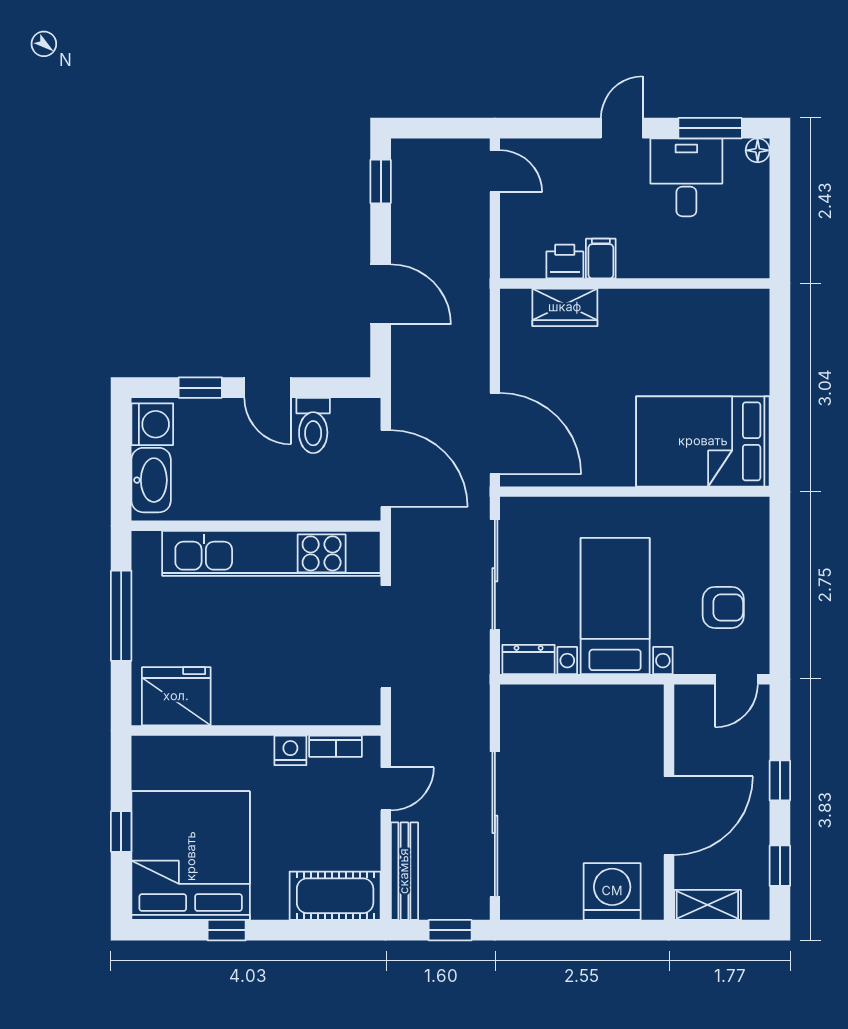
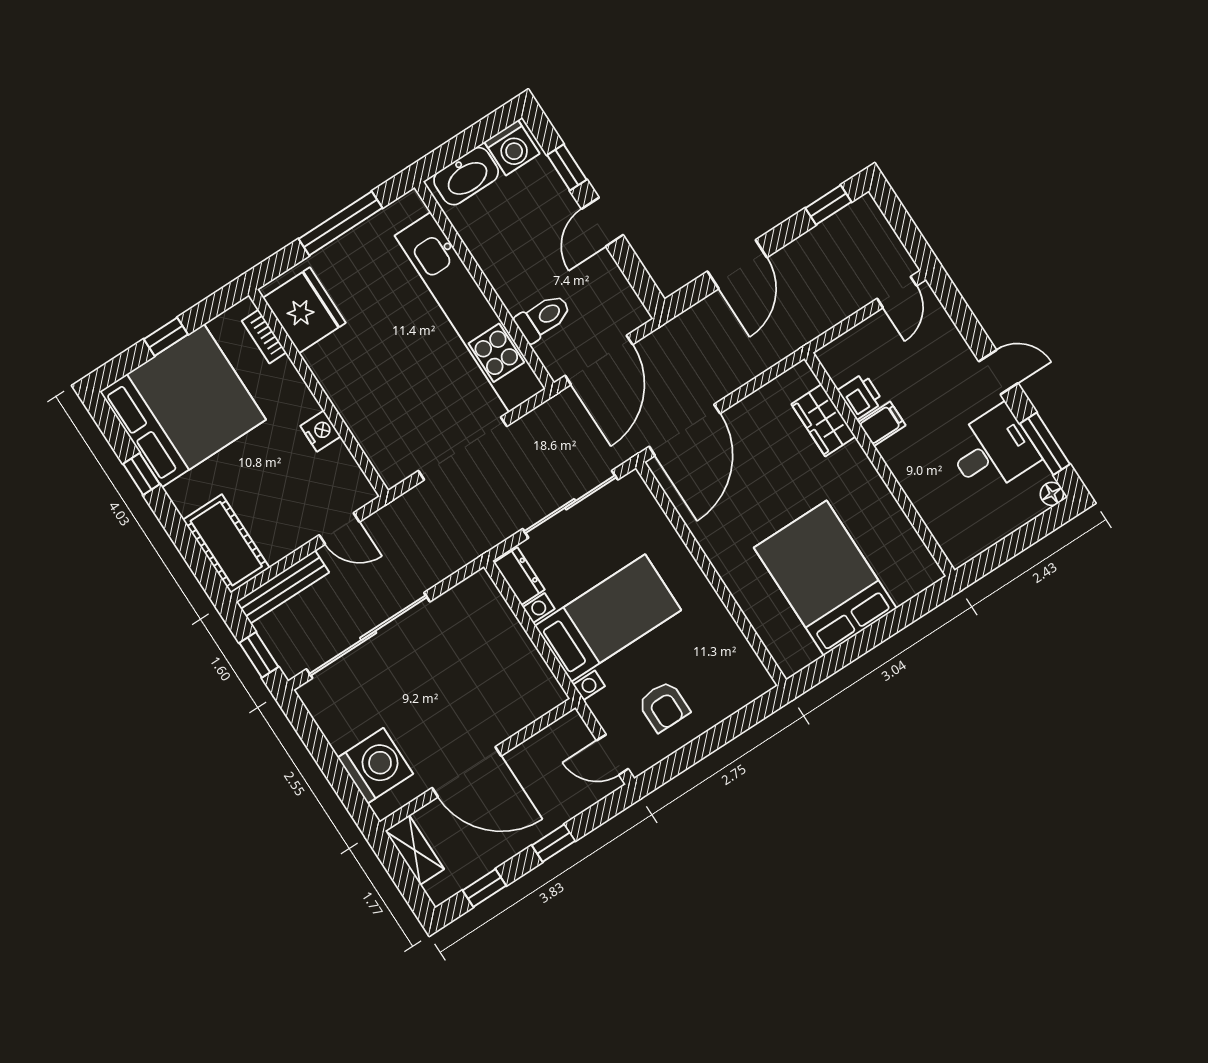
toilet: (313, 425) -> (543, 318), moved, turned 180
bed: (703, 441) -> (825, 578), moved
bookcase: (336, 746) -> (264, 337), moved

